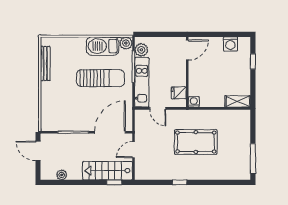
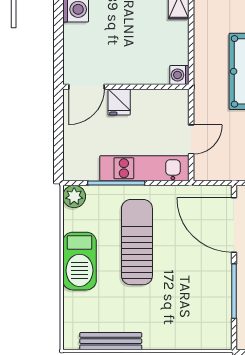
barbecue: (103, 46) -> (80, 261), moved
plant: (141, 50) -> (86, 169), removed
door: (187, 50) -> (86, 87), swing flipped
fridge: (179, 93) -> (119, 102), moved

